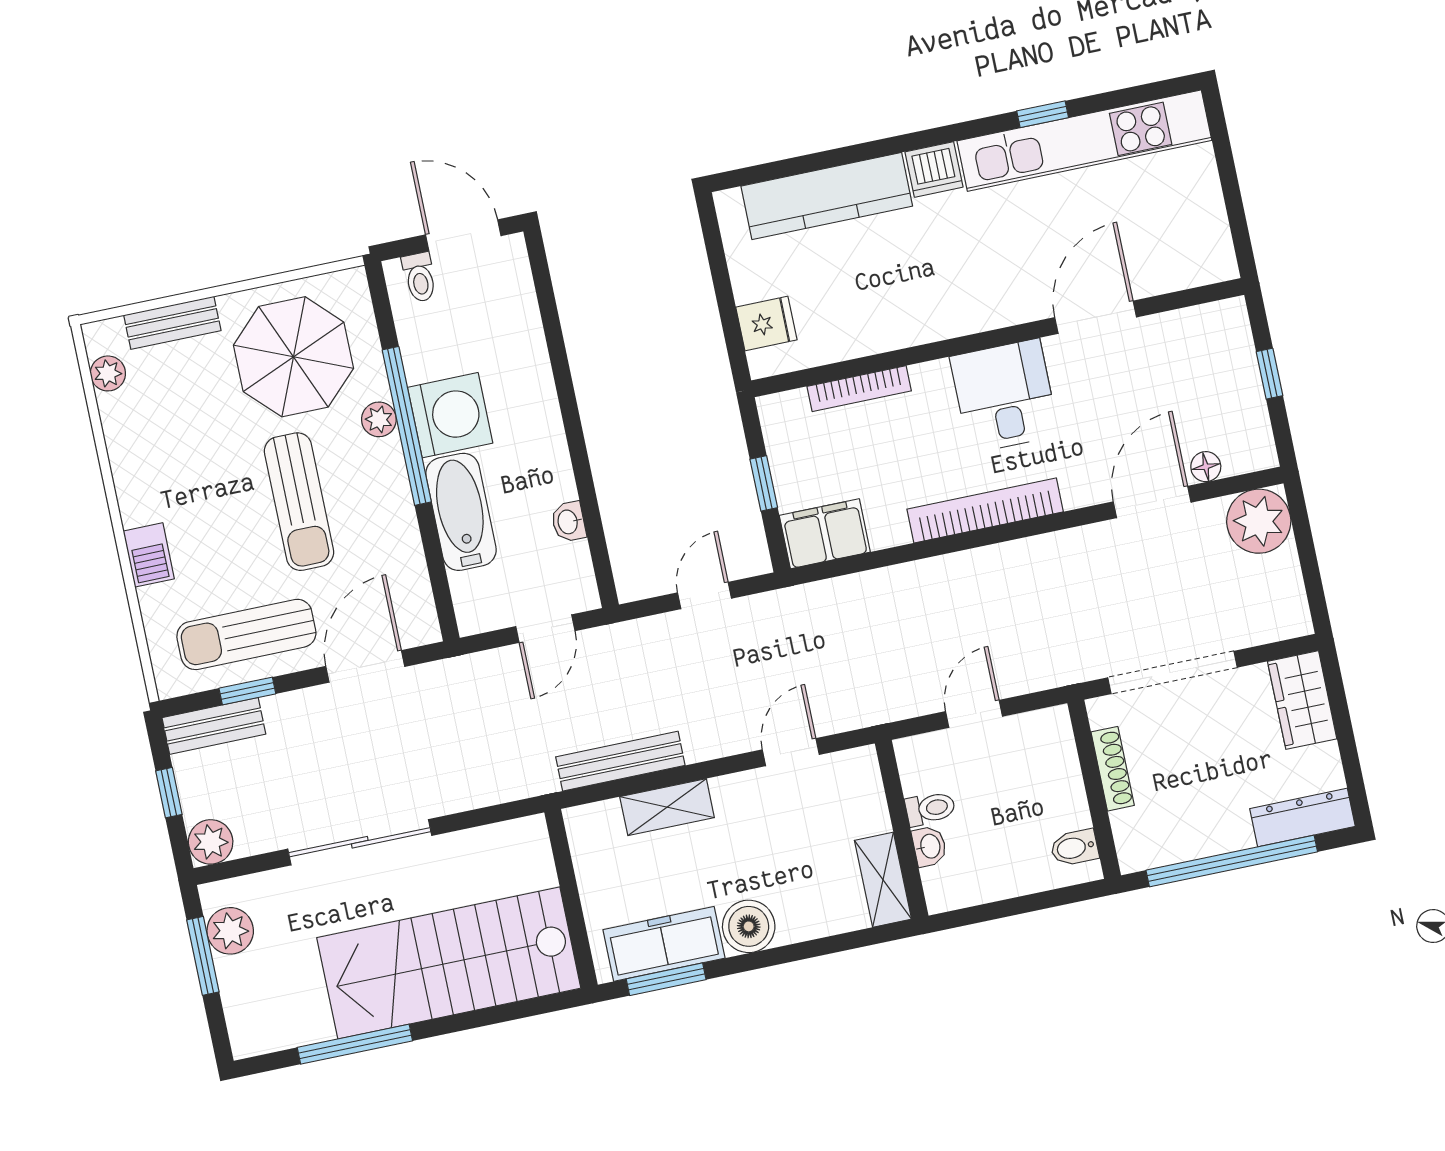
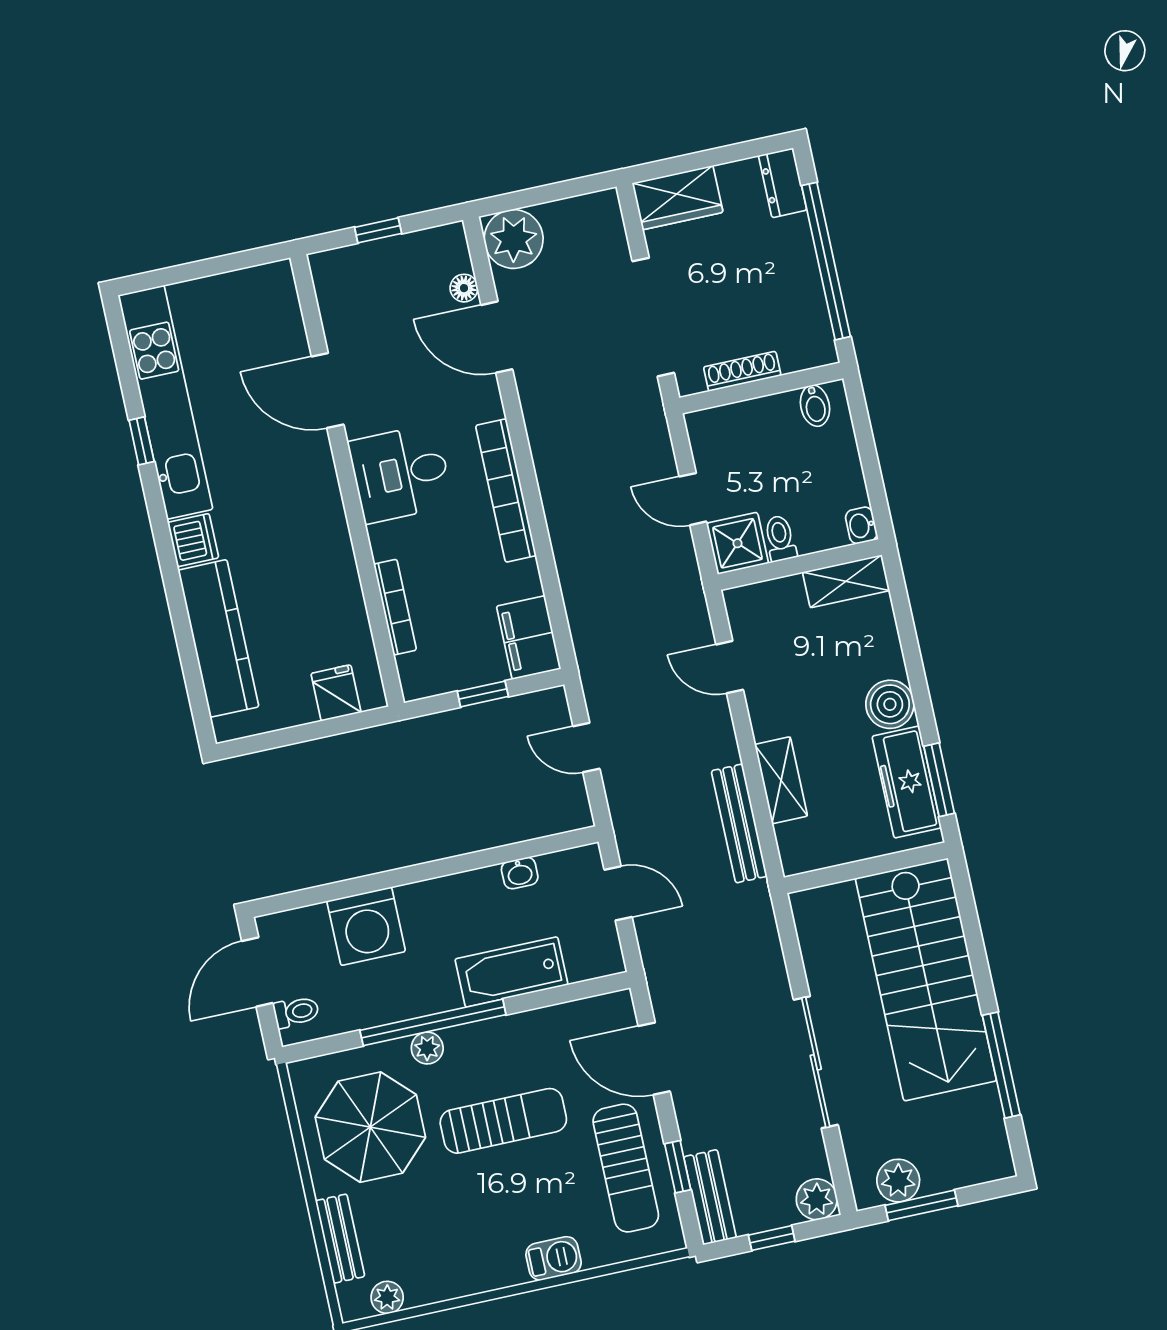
washing machine: (450, 415) -> (366, 926), moved, turned 180
shower: (925, 762) -> (737, 543), added
dresser: (1302, 818) -> (783, 183), width x0.70
washbasin: (929, 846) -> (861, 525), moved, turned -90

